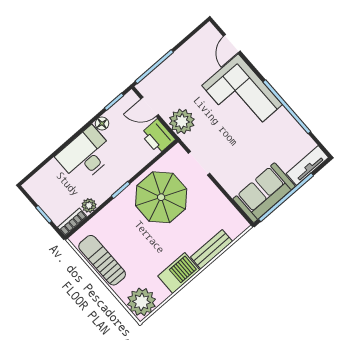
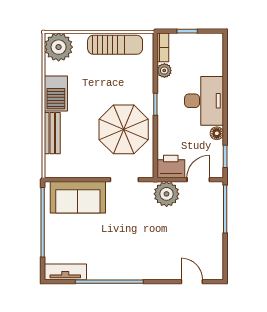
corner sofa: (242, 95) -> (147, 256), removed
tv unit: (307, 166) -> (65, 272), moved, turned -90
sofa: (264, 193) -> (78, 197), moved, turned 90

